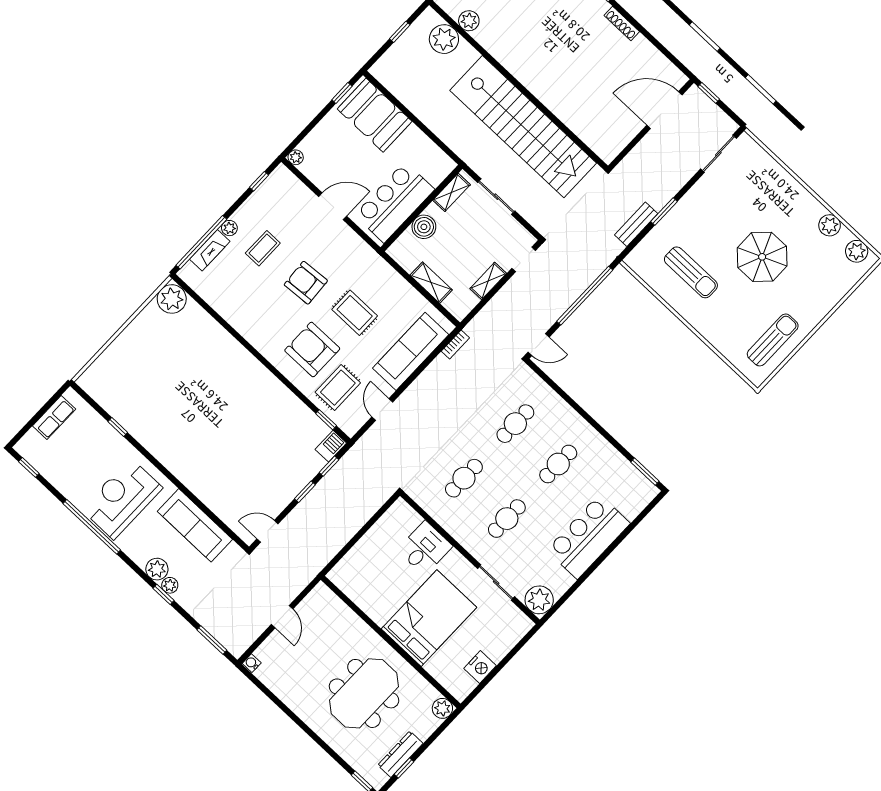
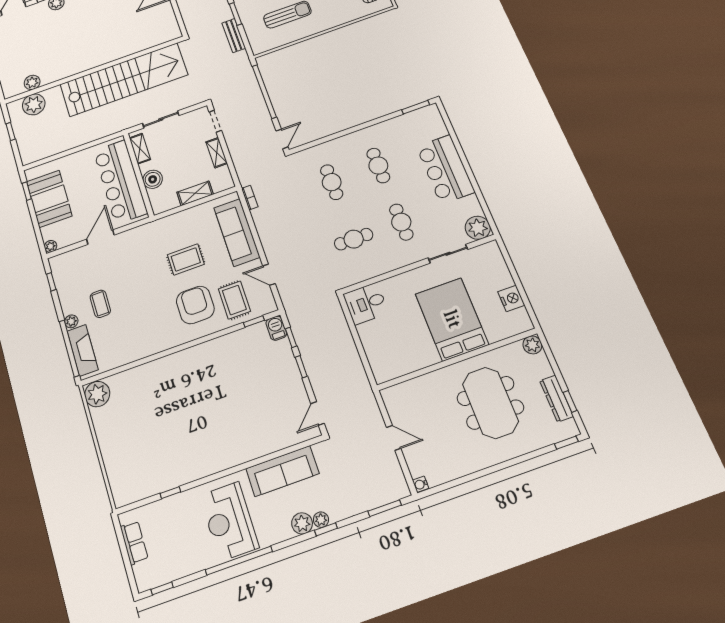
booth: (375, 115) -> (49, 199), moved, turned 90
bar counter: (394, 202) -> (120, 182), width x1.36
fireplace: (210, 250) -> (83, 350), width x1.37, depth x1.32
armchair: (306, 283) -> (143, 285), removed
armchair: (312, 349) -> (195, 305), turned 90
cafe table: (464, 478) -> (354, 239), turned 90
desk: (425, 548) -> (366, 304), moved, turned -90

